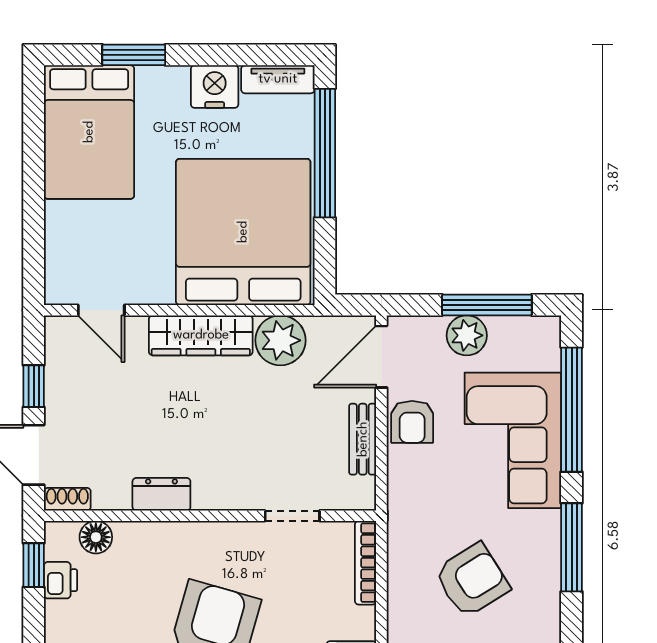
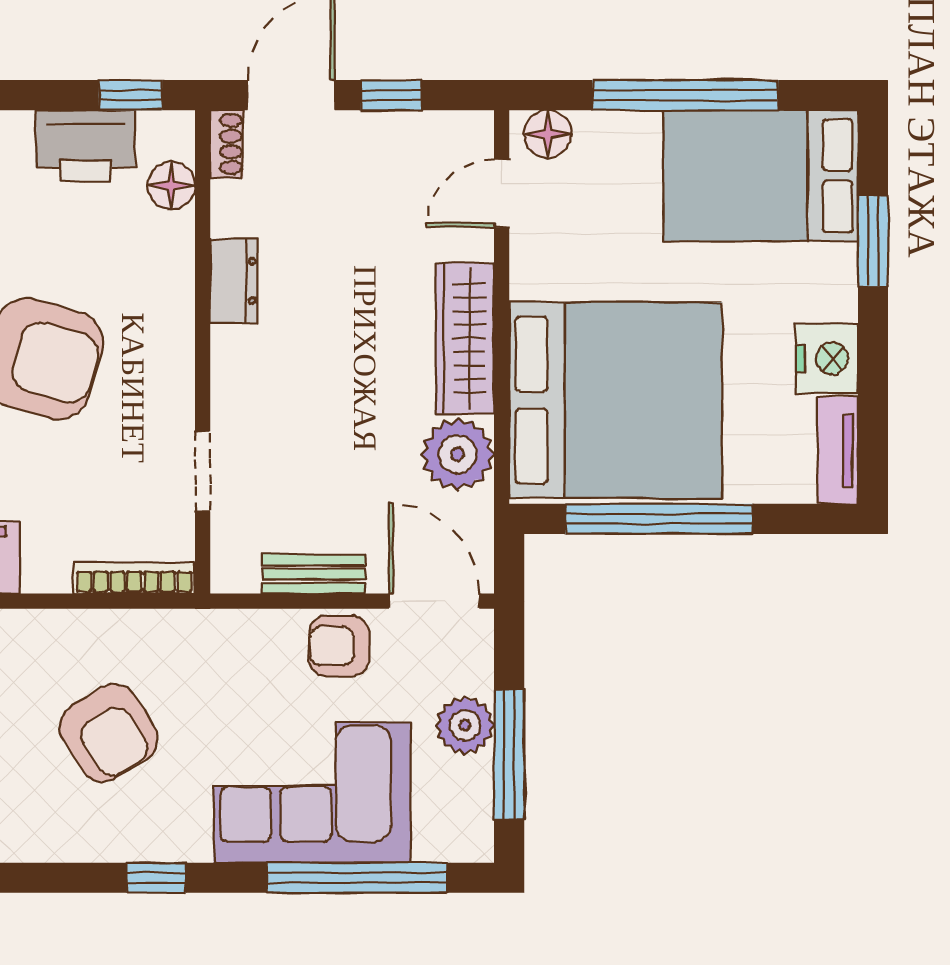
window: (325, 153) -> (659, 519), moved
window: (34, 184) -> (685, 95), added
floor lamp: (60, 278) -> (548, 134), added
window: (572, 547) -> (156, 878), width x0.46
printer: (61, 580) -> (85, 146), width x1.87, depth x1.48

